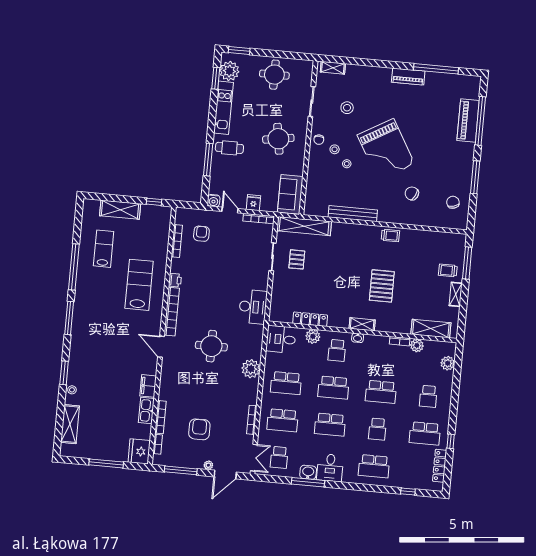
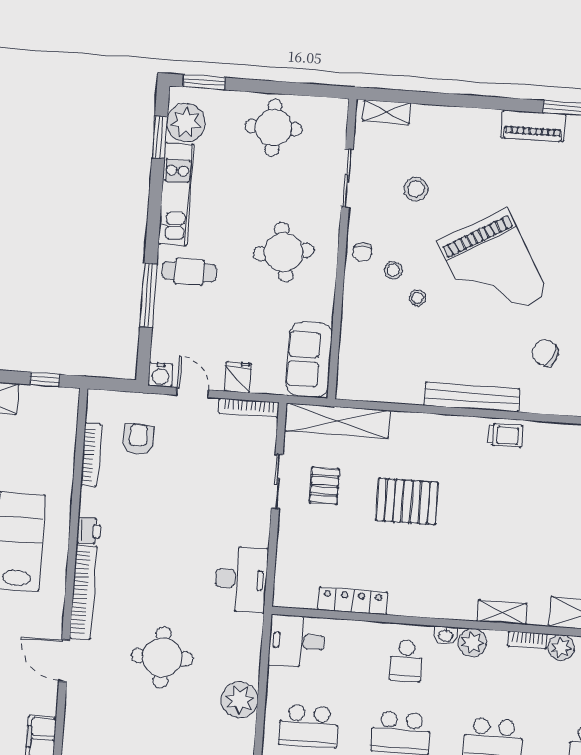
bench: (353, 214) -> (472, 397), moved
pallet: (382, 286) -> (407, 501), moved, turned 90
shelving: (362, 324) -> (502, 612), moved
plant: (313, 336) -> (472, 642), moved

